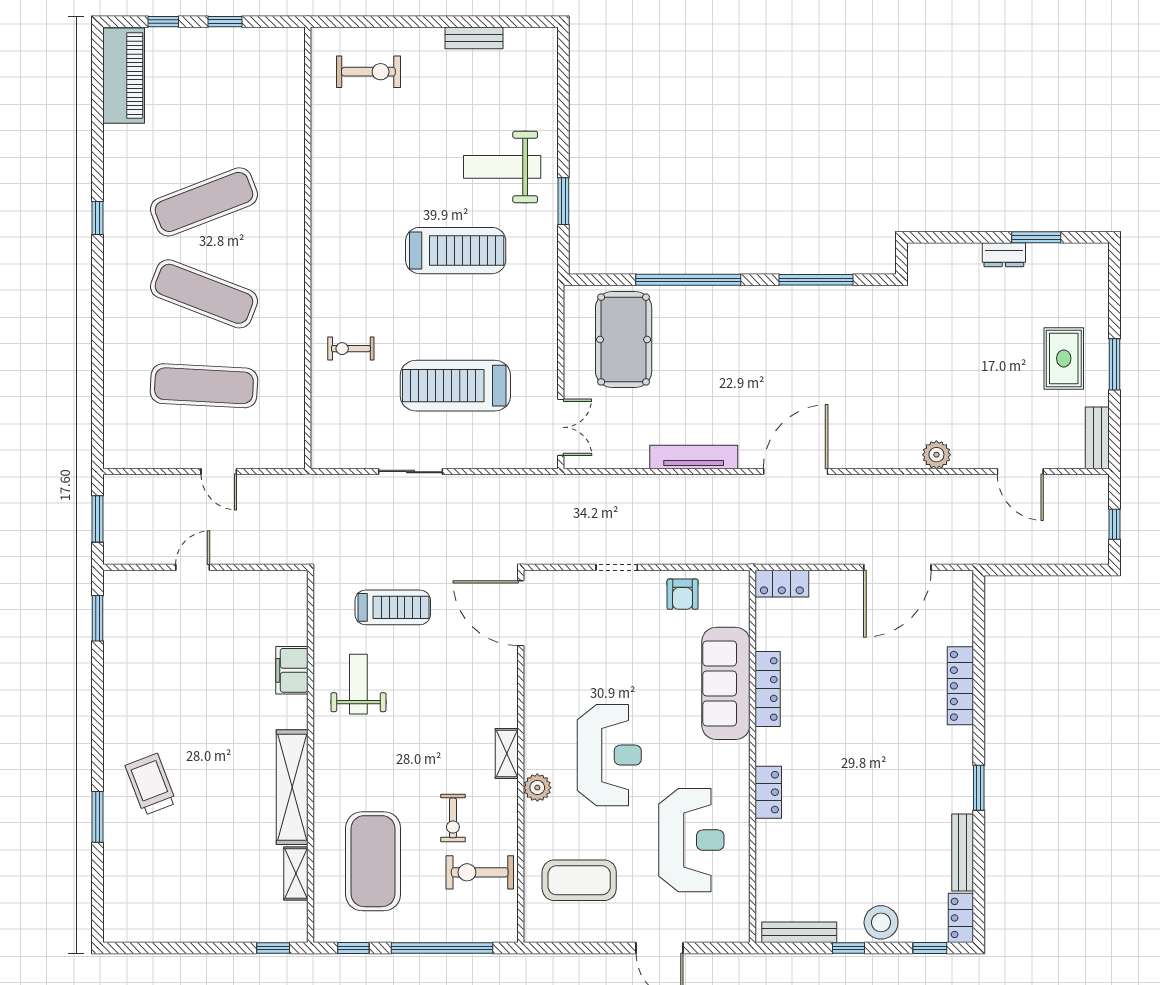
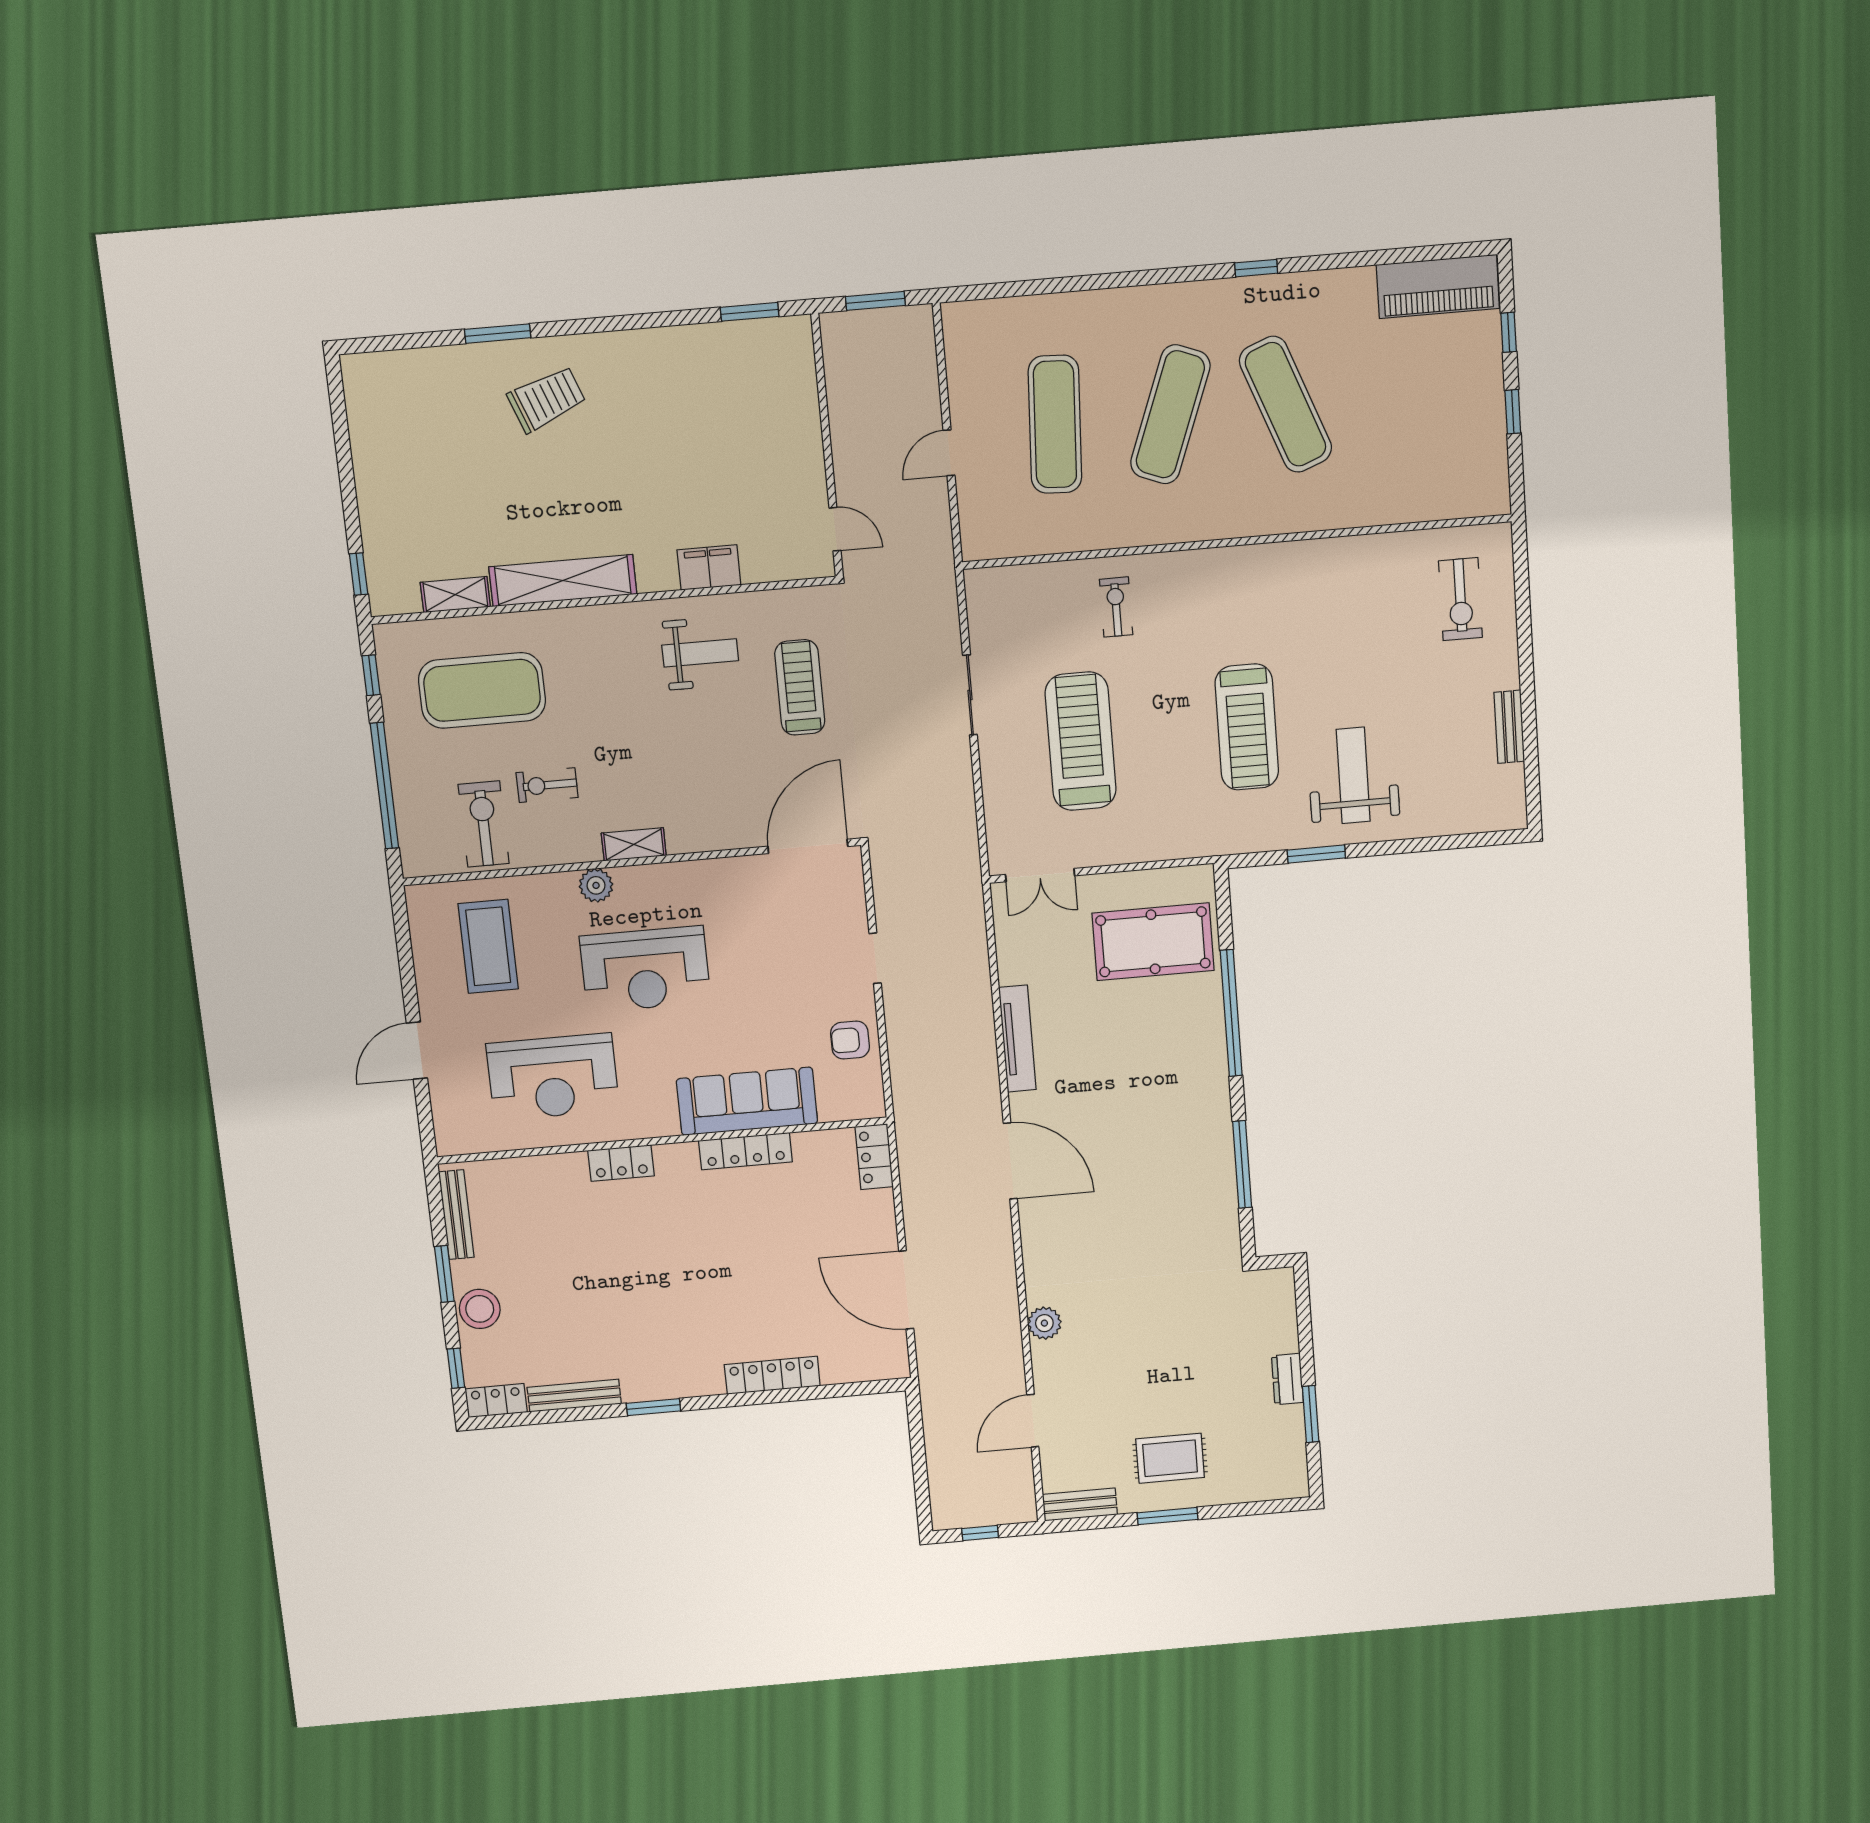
door: (193, 567) -> (835, 529), moved
treadmill: (393, 607) -> (800, 687), turned 180
window: (849, 948) -> (444, 1274), width x1.50

